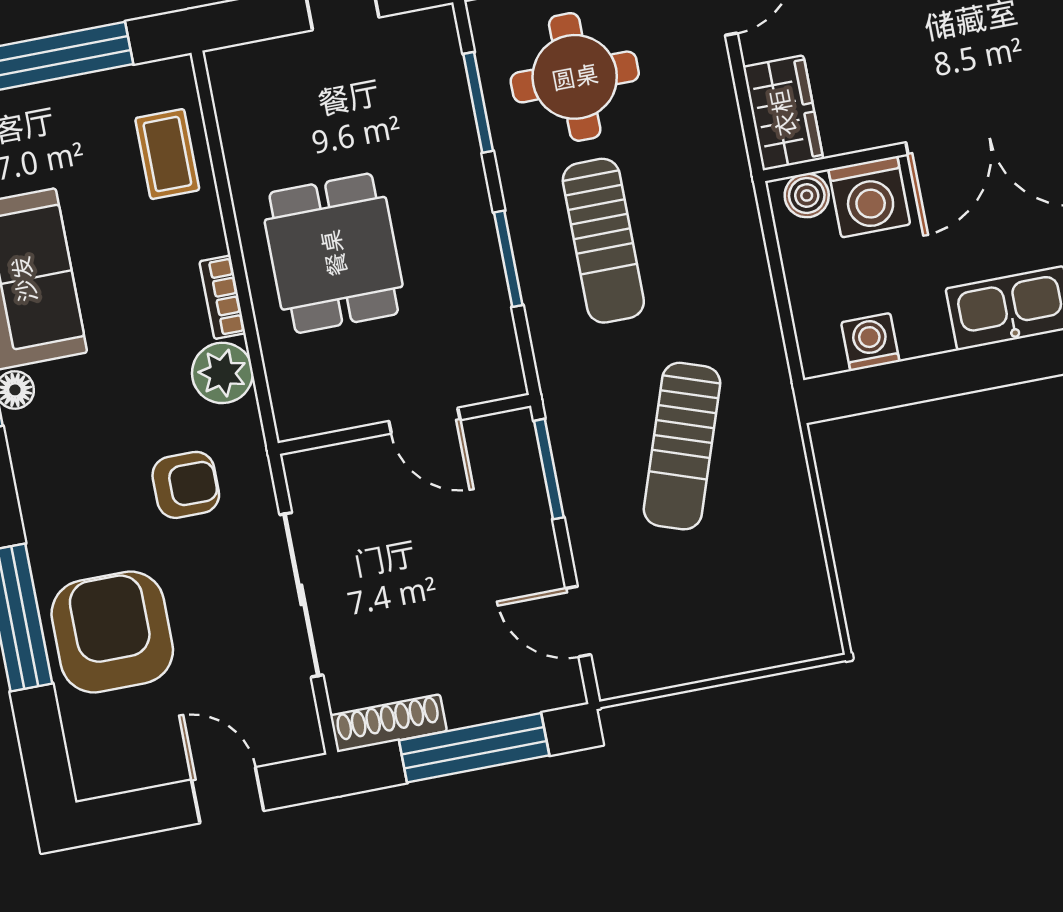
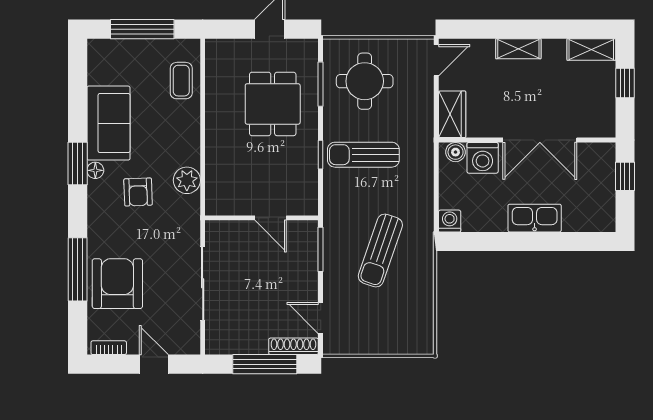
sun lounger: (603, 241) -> (363, 155), turned 90
dining table: (334, 253) -> (273, 104), moved
window: (508, 259) -> (321, 155), width x0.67
bookcase: (222, 297) -> (109, 348), moved, turned 90
washing machine: (870, 342) -> (450, 221), moved
armchair: (186, 485) -> (138, 192), moved, turned 88
shoe rack: (388, 723) -> (294, 346), moved

